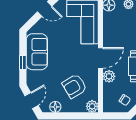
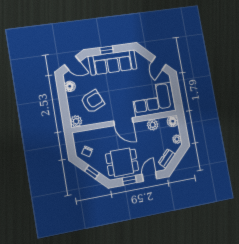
sofa: (37, 52) -> (113, 62), width x1.36
plant: (109, 76) -> (153, 125), moved
armchair: (74, 86) -> (93, 101), turned 98

